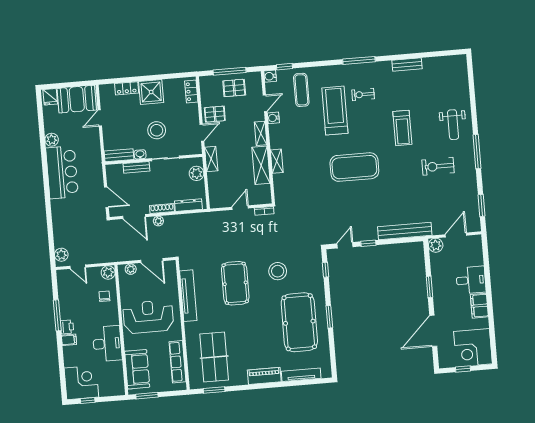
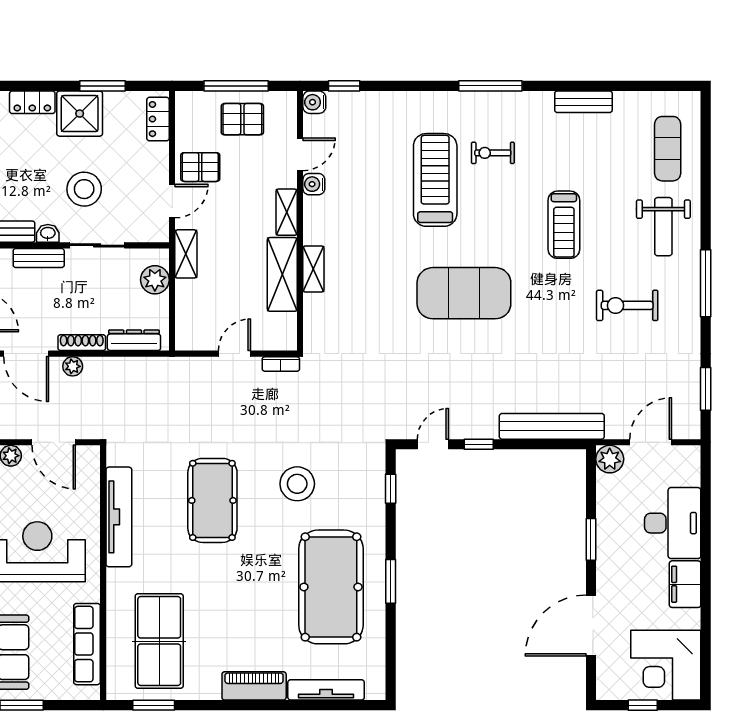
window: (162, 77) -> (103, 86), added
exercise mat: (301, 90) -> (668, 149), moved
desk: (471, 280) -> (673, 523), width x1.37

